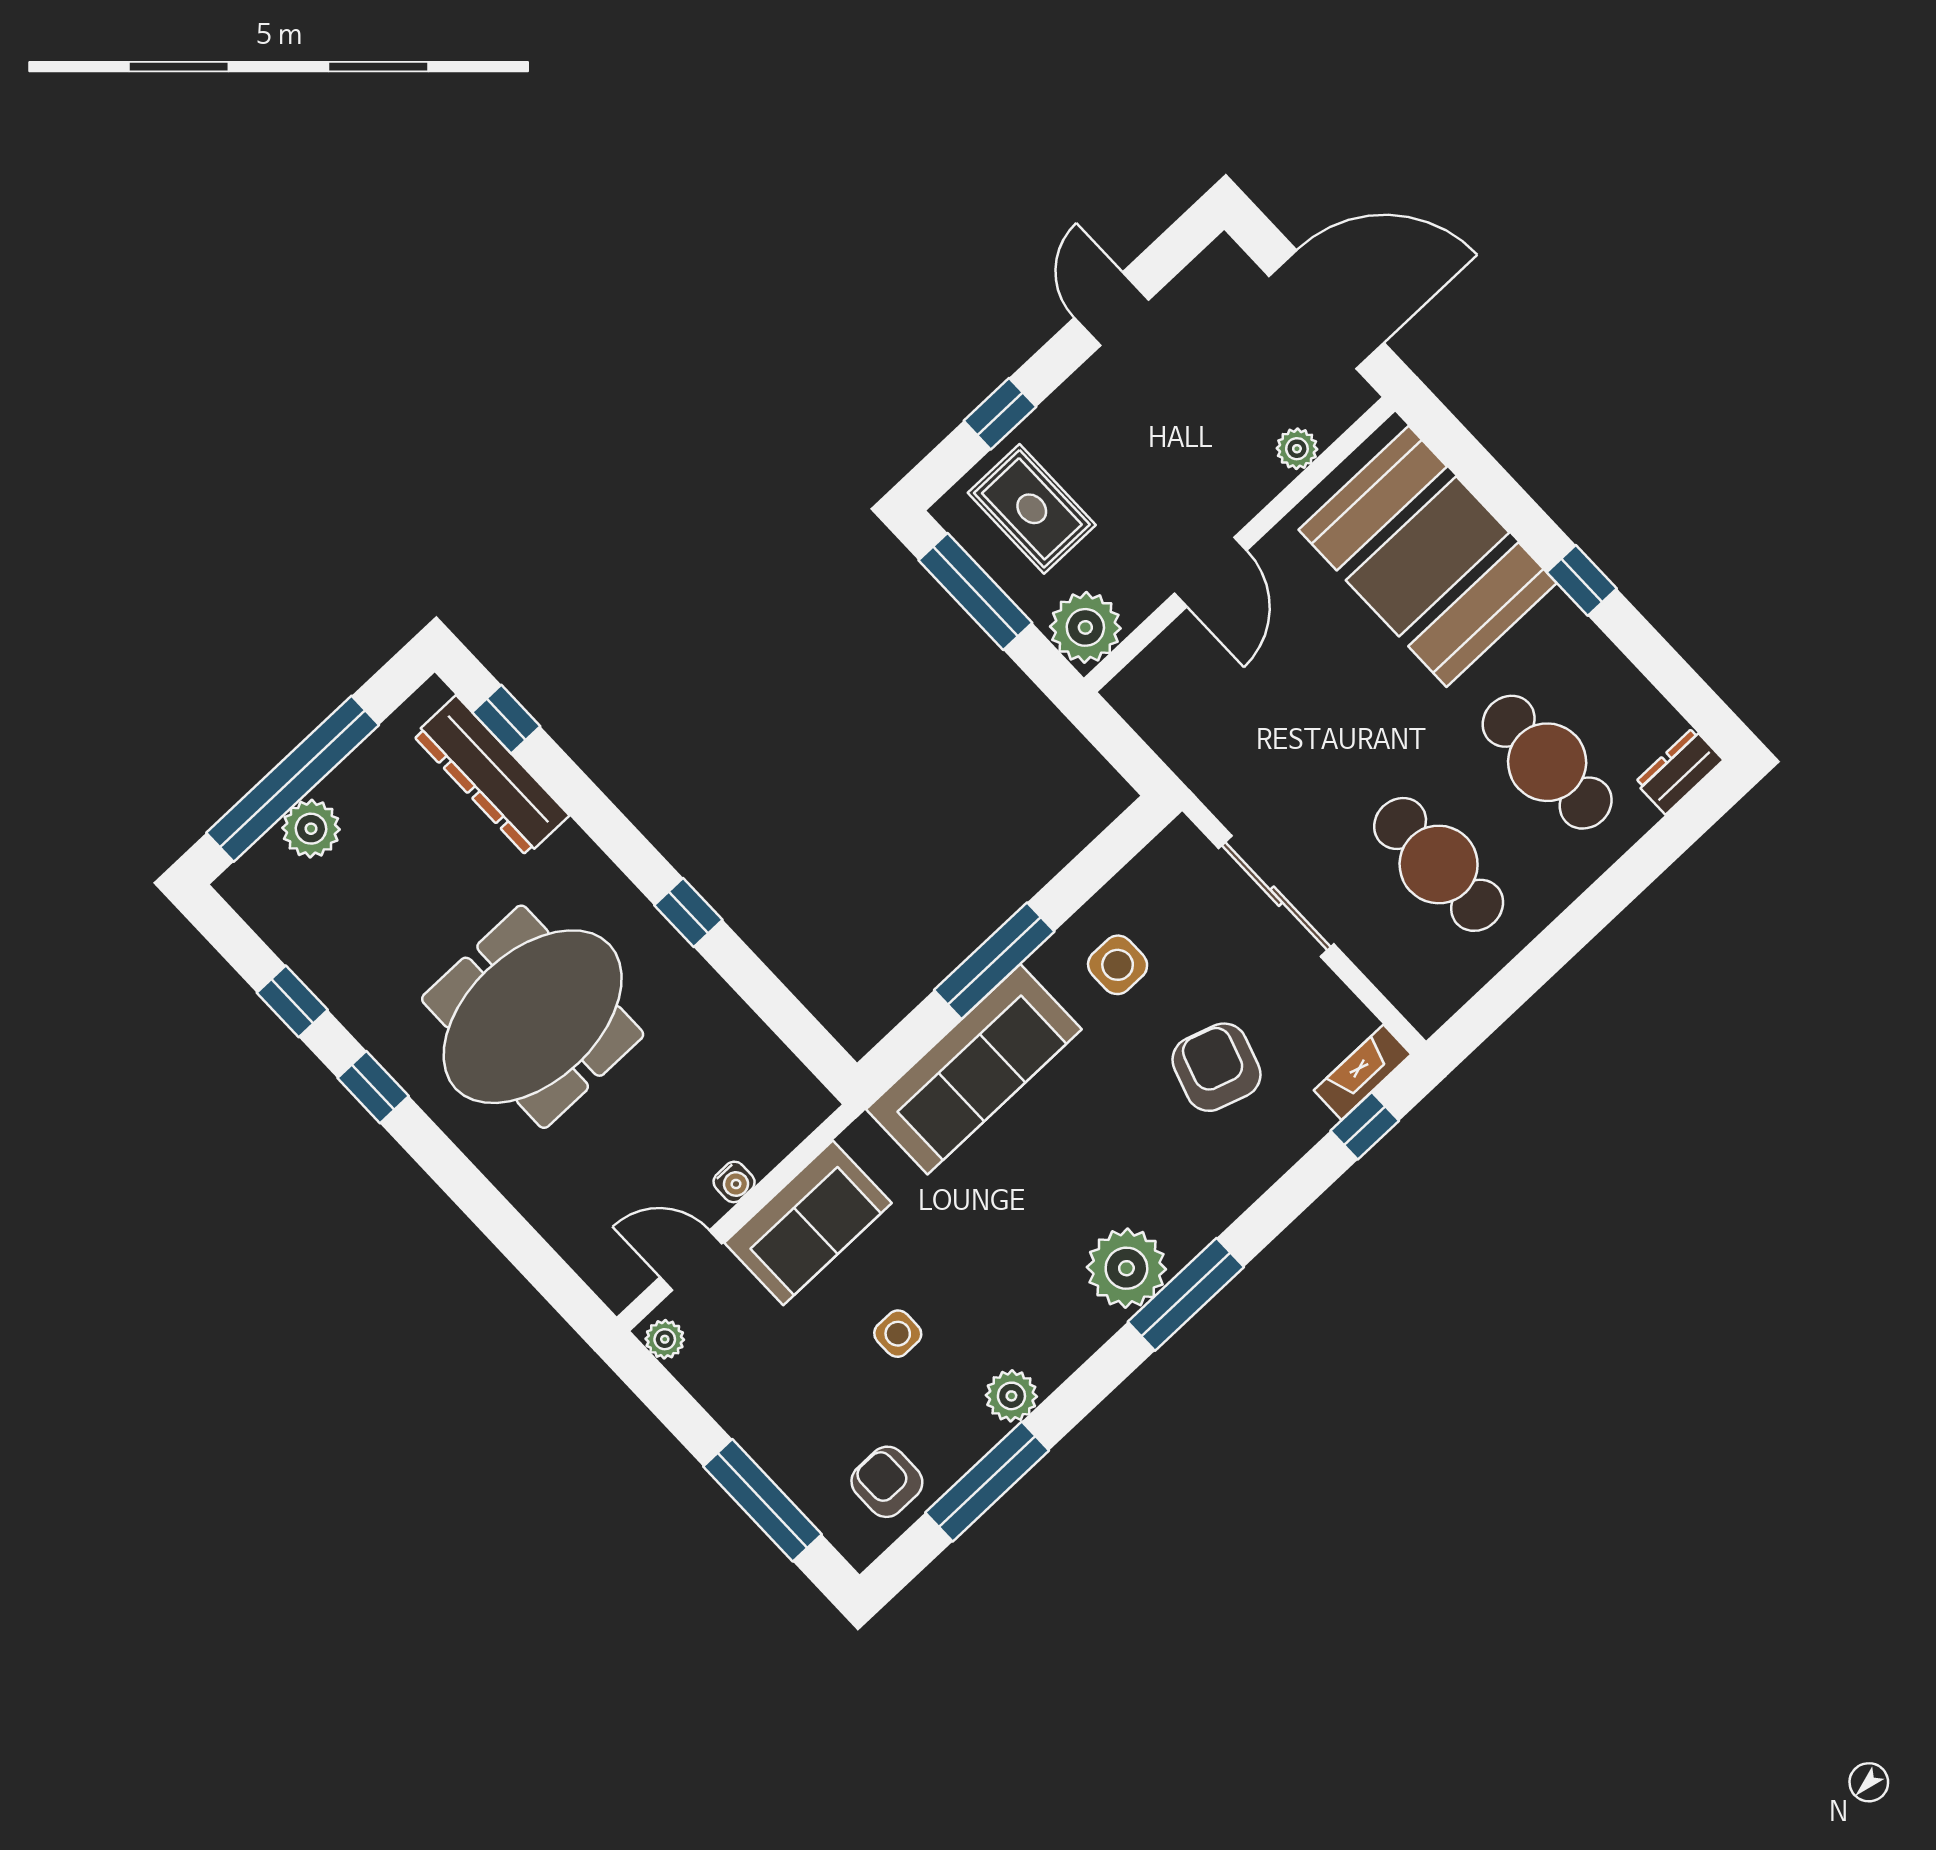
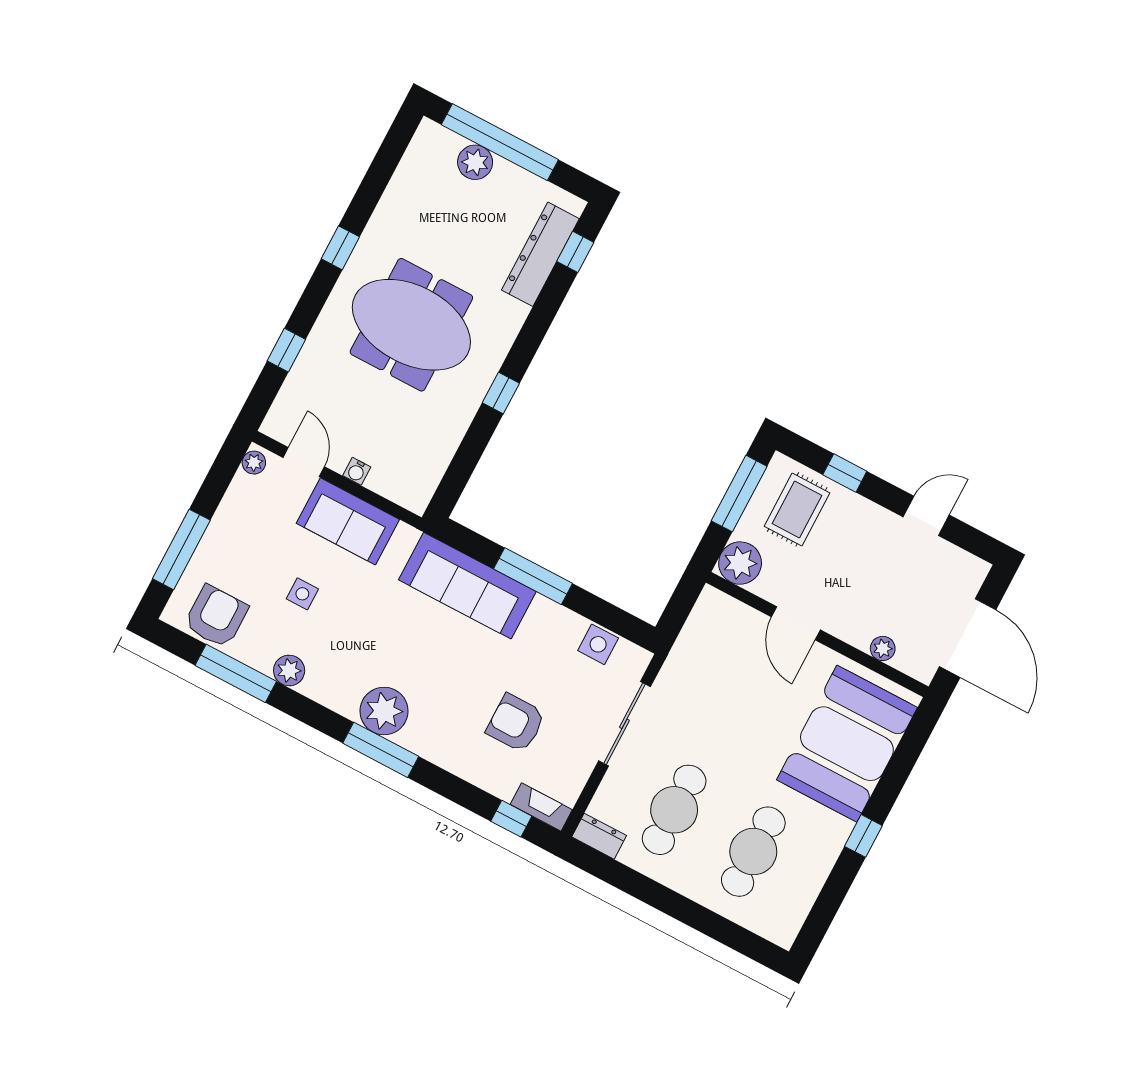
door: (1210, 572) -> (796, 623), hinge flipped
dresser: (1679, 771) -> (599, 836), moved
side table: (1118, 965) -> (598, 644), moved
window: (292, 1001) -> (286, 350), moved
armchair: (1216, 1067) -> (516, 723), turned -108
armchair: (887, 1482) -> (216, 616), width x1.38, depth x1.38

